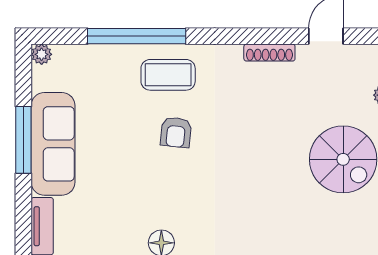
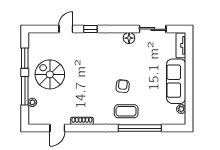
plant: (42, 54) -> (181, 109), moved
window: (23, 140) -> (189, 83), removed

